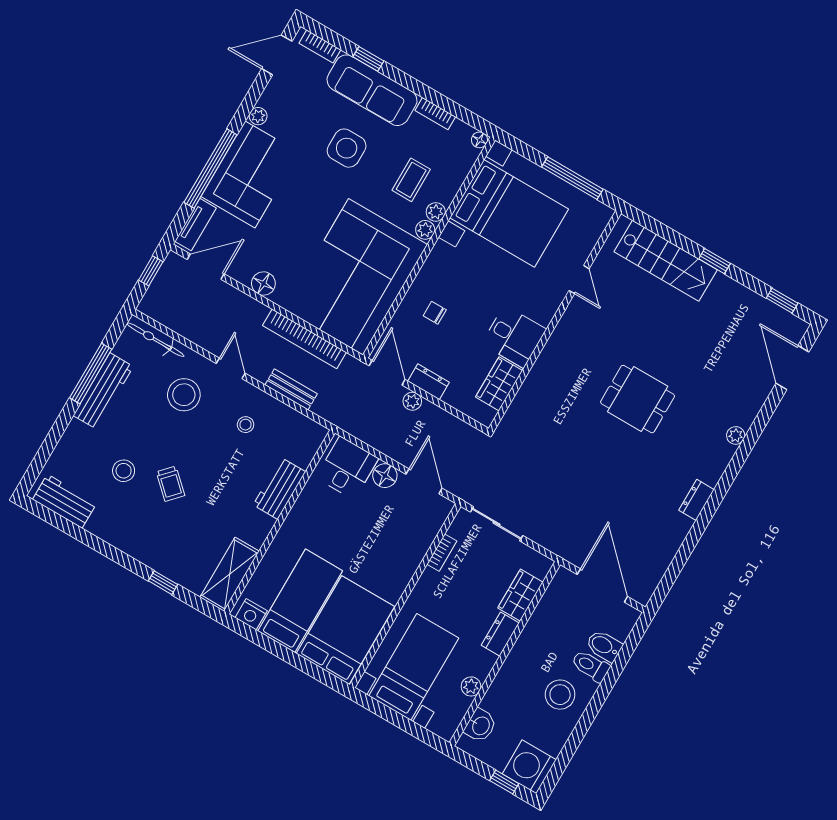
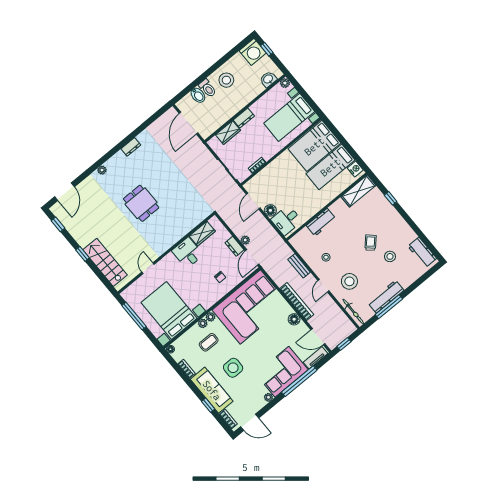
bookcase: (304, 339) -> (297, 302), moved
plant: (471, 686) -> (285, 83), moved

